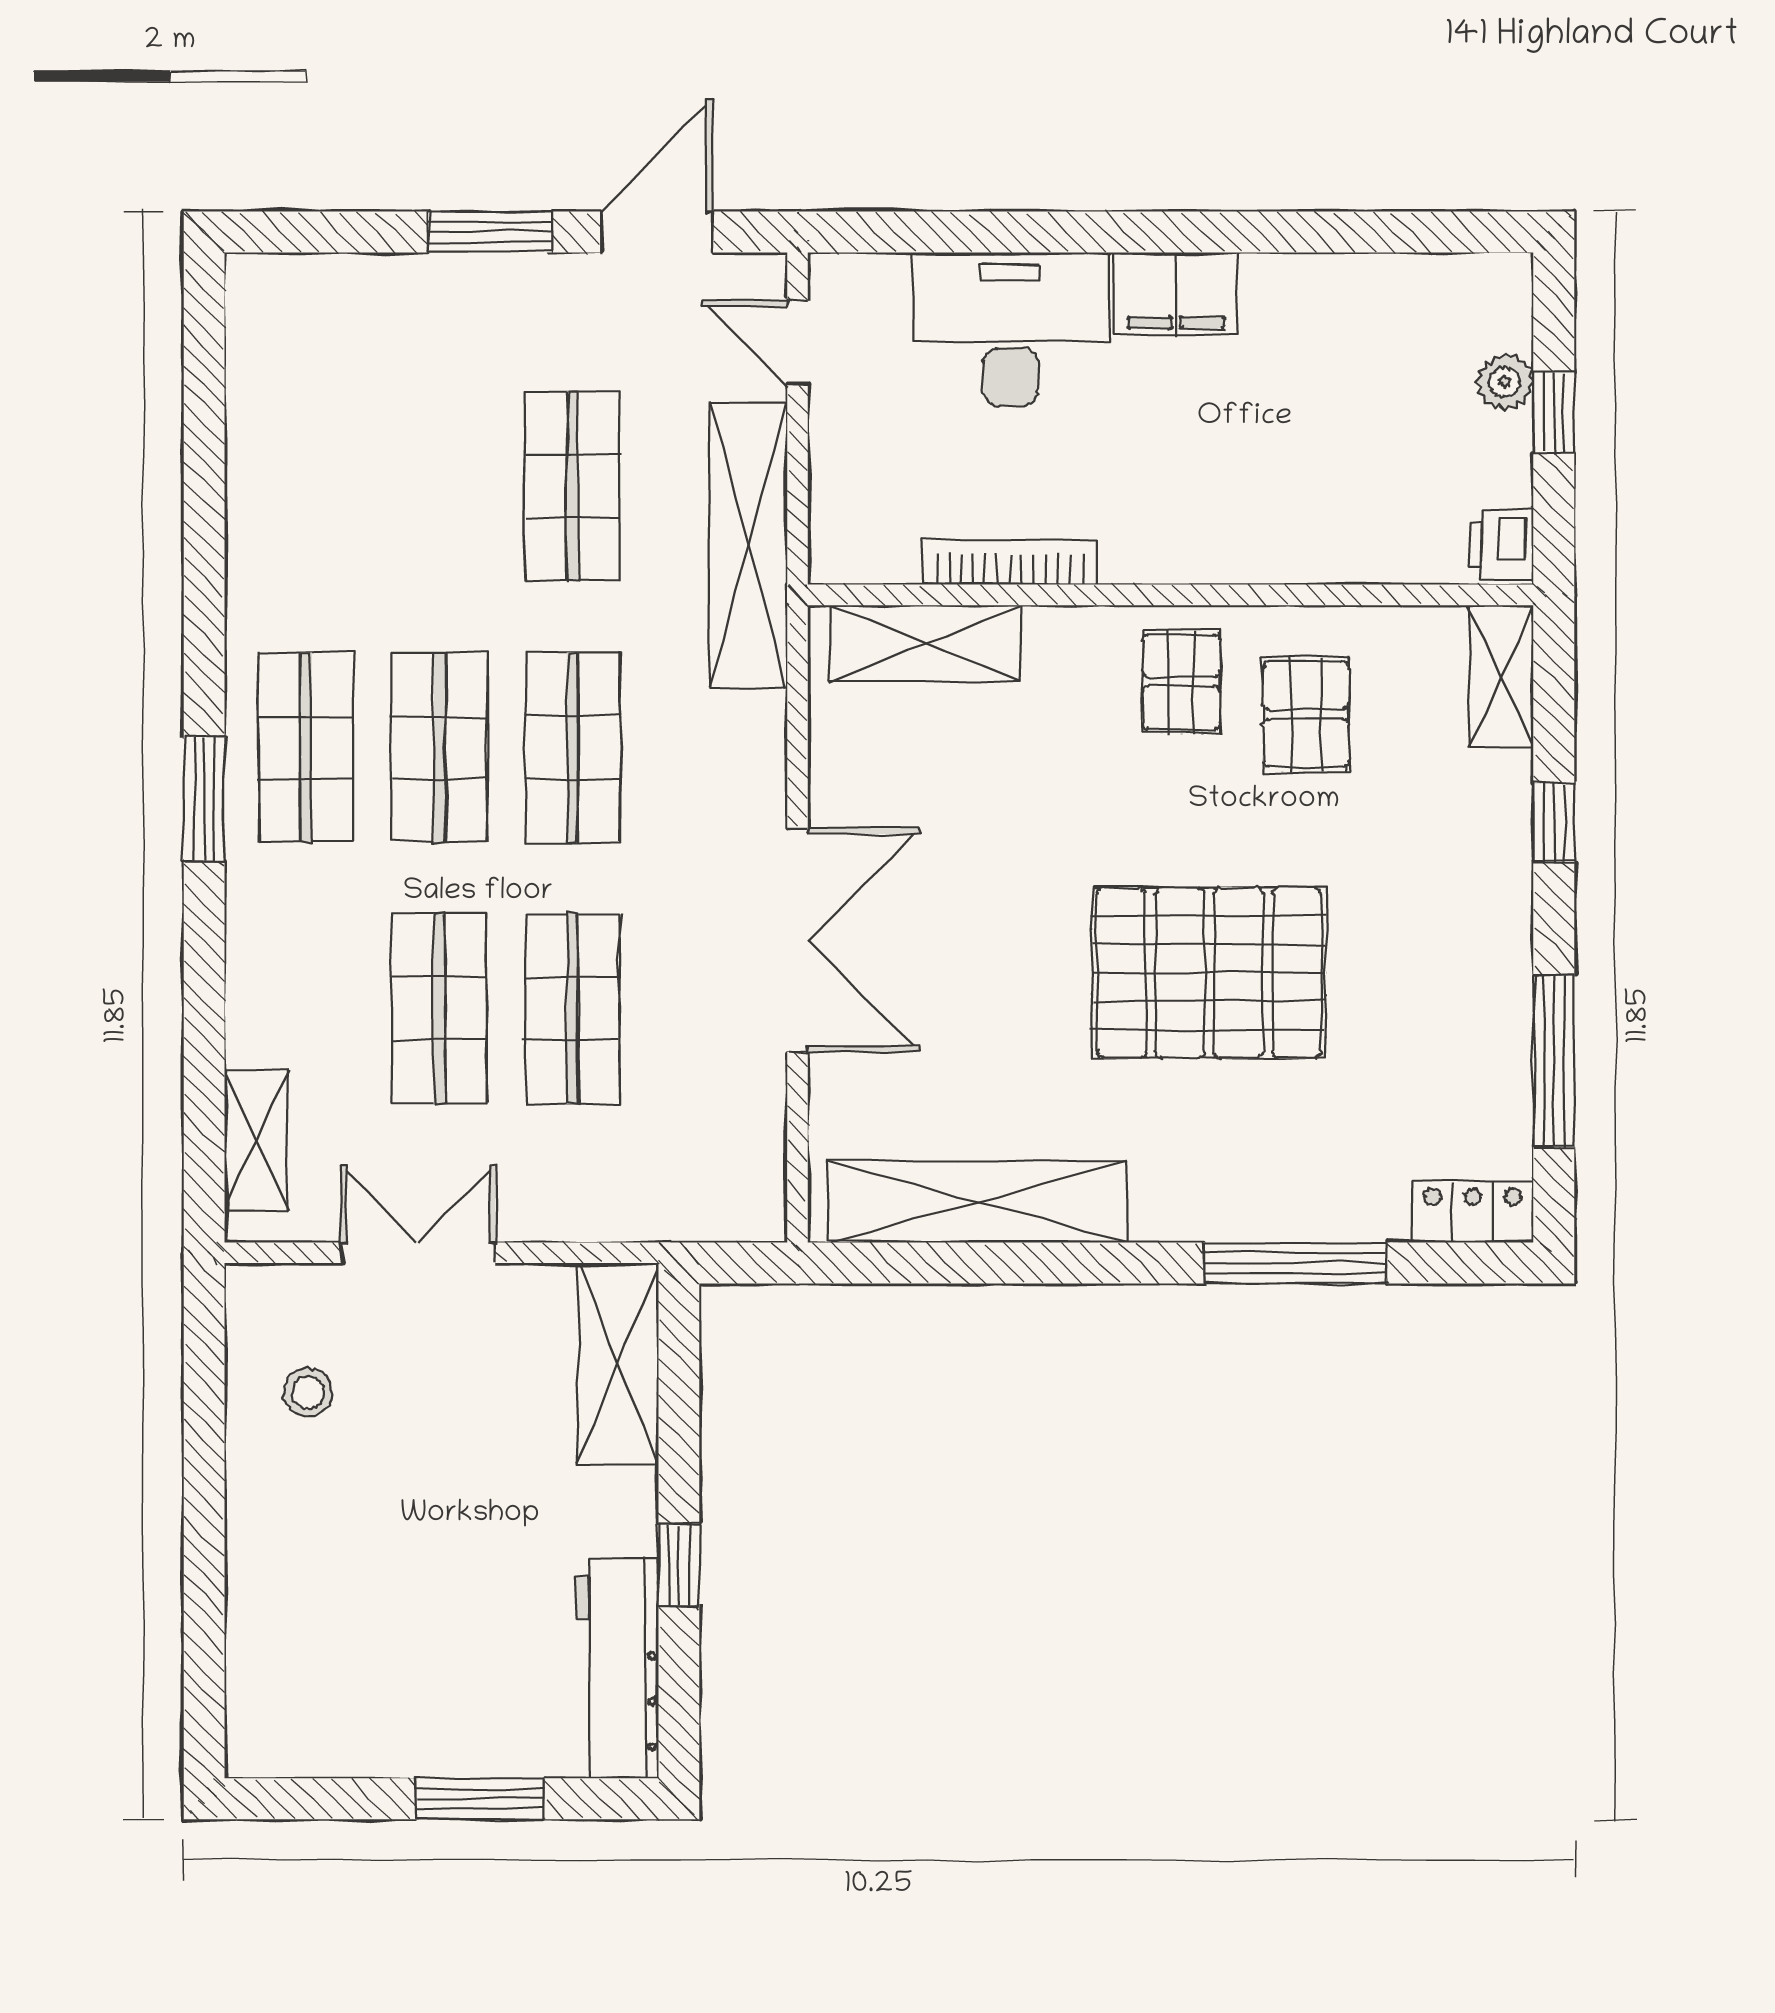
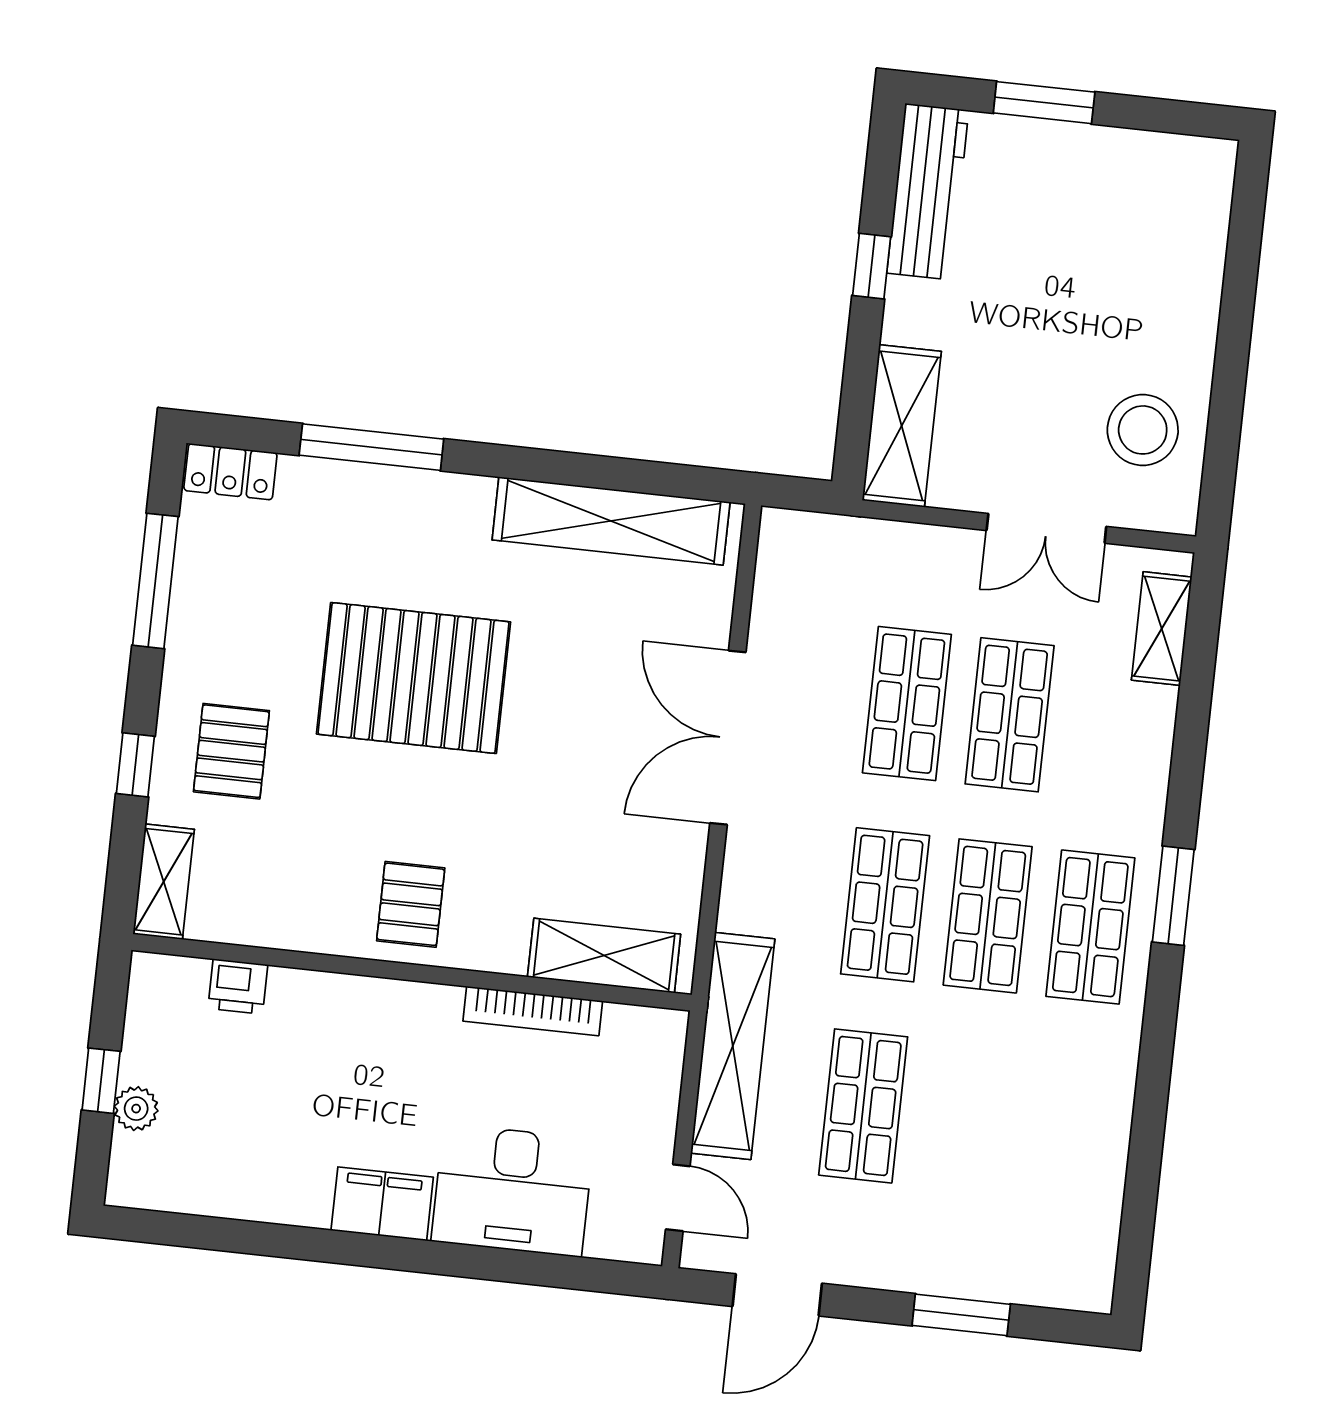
window: (490, 232) -> (961, 1315), moved
printer: (1501, 545) -> (238, 986), moved, turned 90
pallet: (1306, 714) -> (231, 751), moved
stool: (308, 1392) -> (1143, 430), width x1.89, depth x1.89

